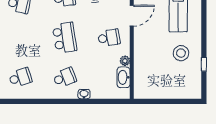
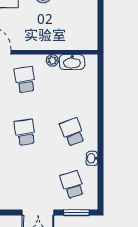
school desk: (65, 38) -> (25, 132), width x0.54
washbasin: (84, 94) -> (92, 158), moved

